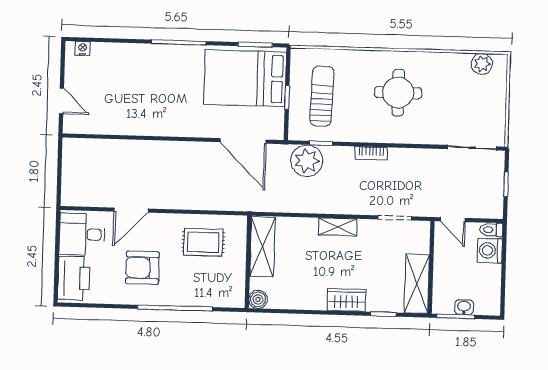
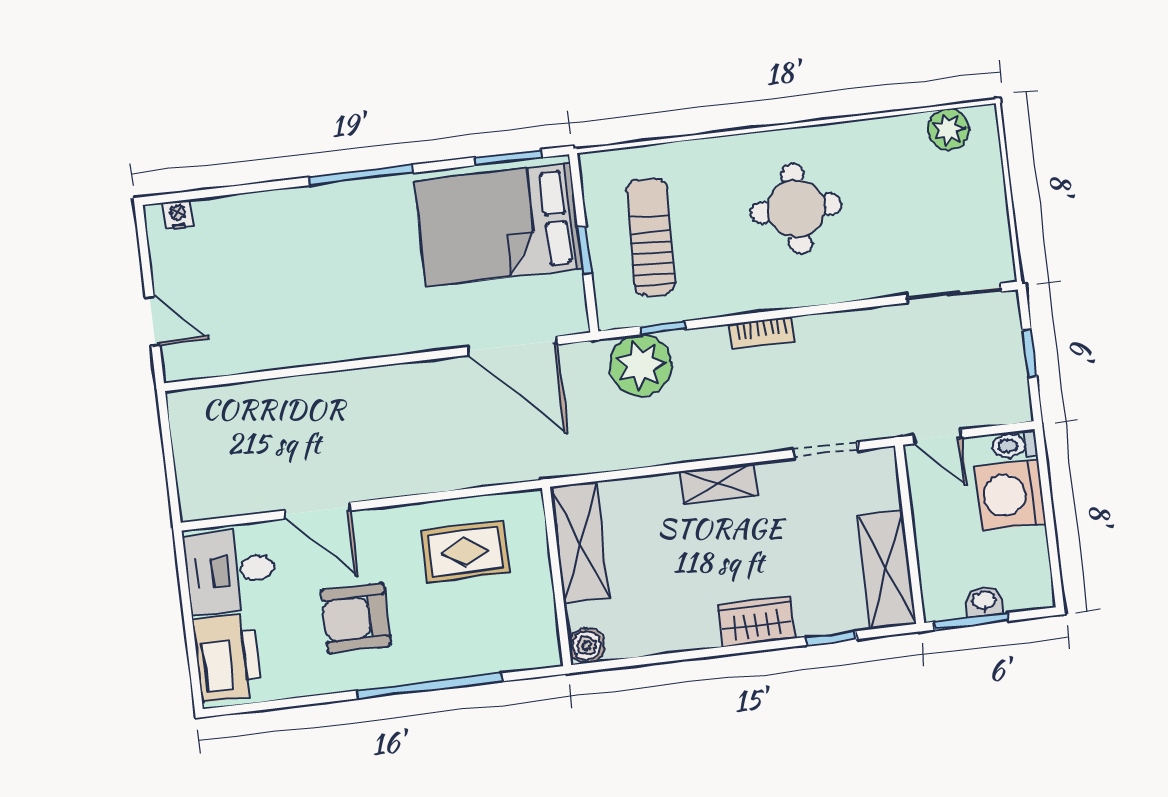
door: (131, 210) -> (317, 511), hinge flipped
washing machine: (490, 250) -> (1010, 495), width x1.37, depth x1.37

